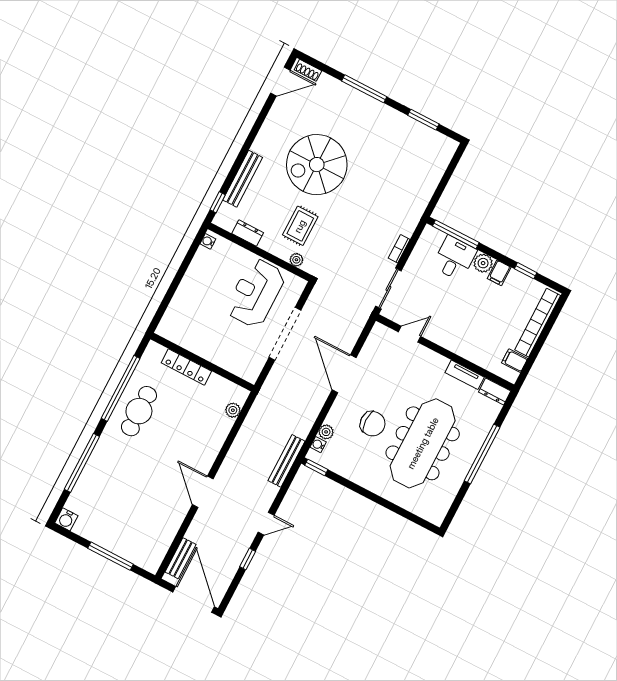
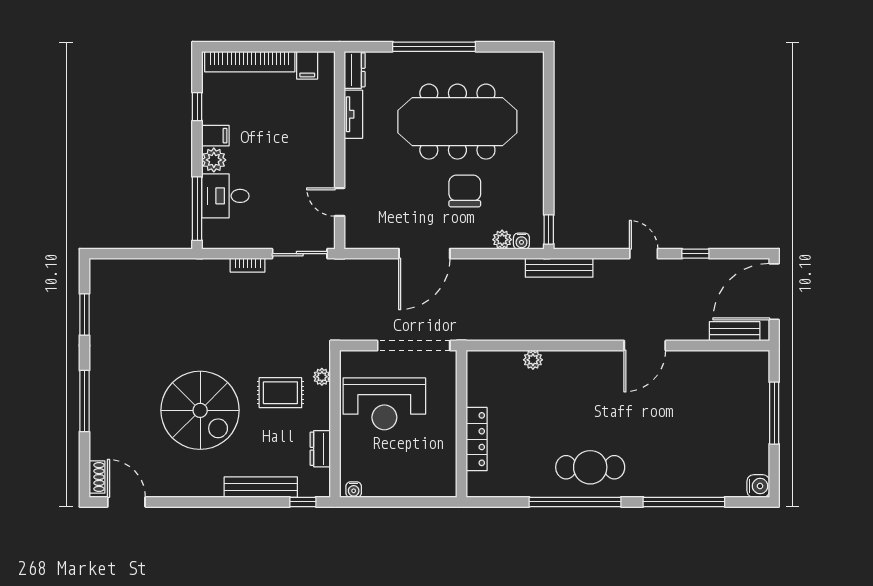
wall: (202, 362) -> (461, 424), moved
locker: (186, 367) -> (477, 439), moved

